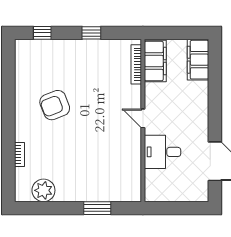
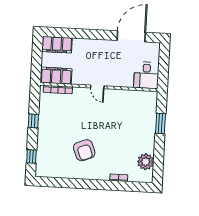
door: (143, 118) -> (97, 87), hinge flipped
desk: (163, 152) -> (146, 75), moved

